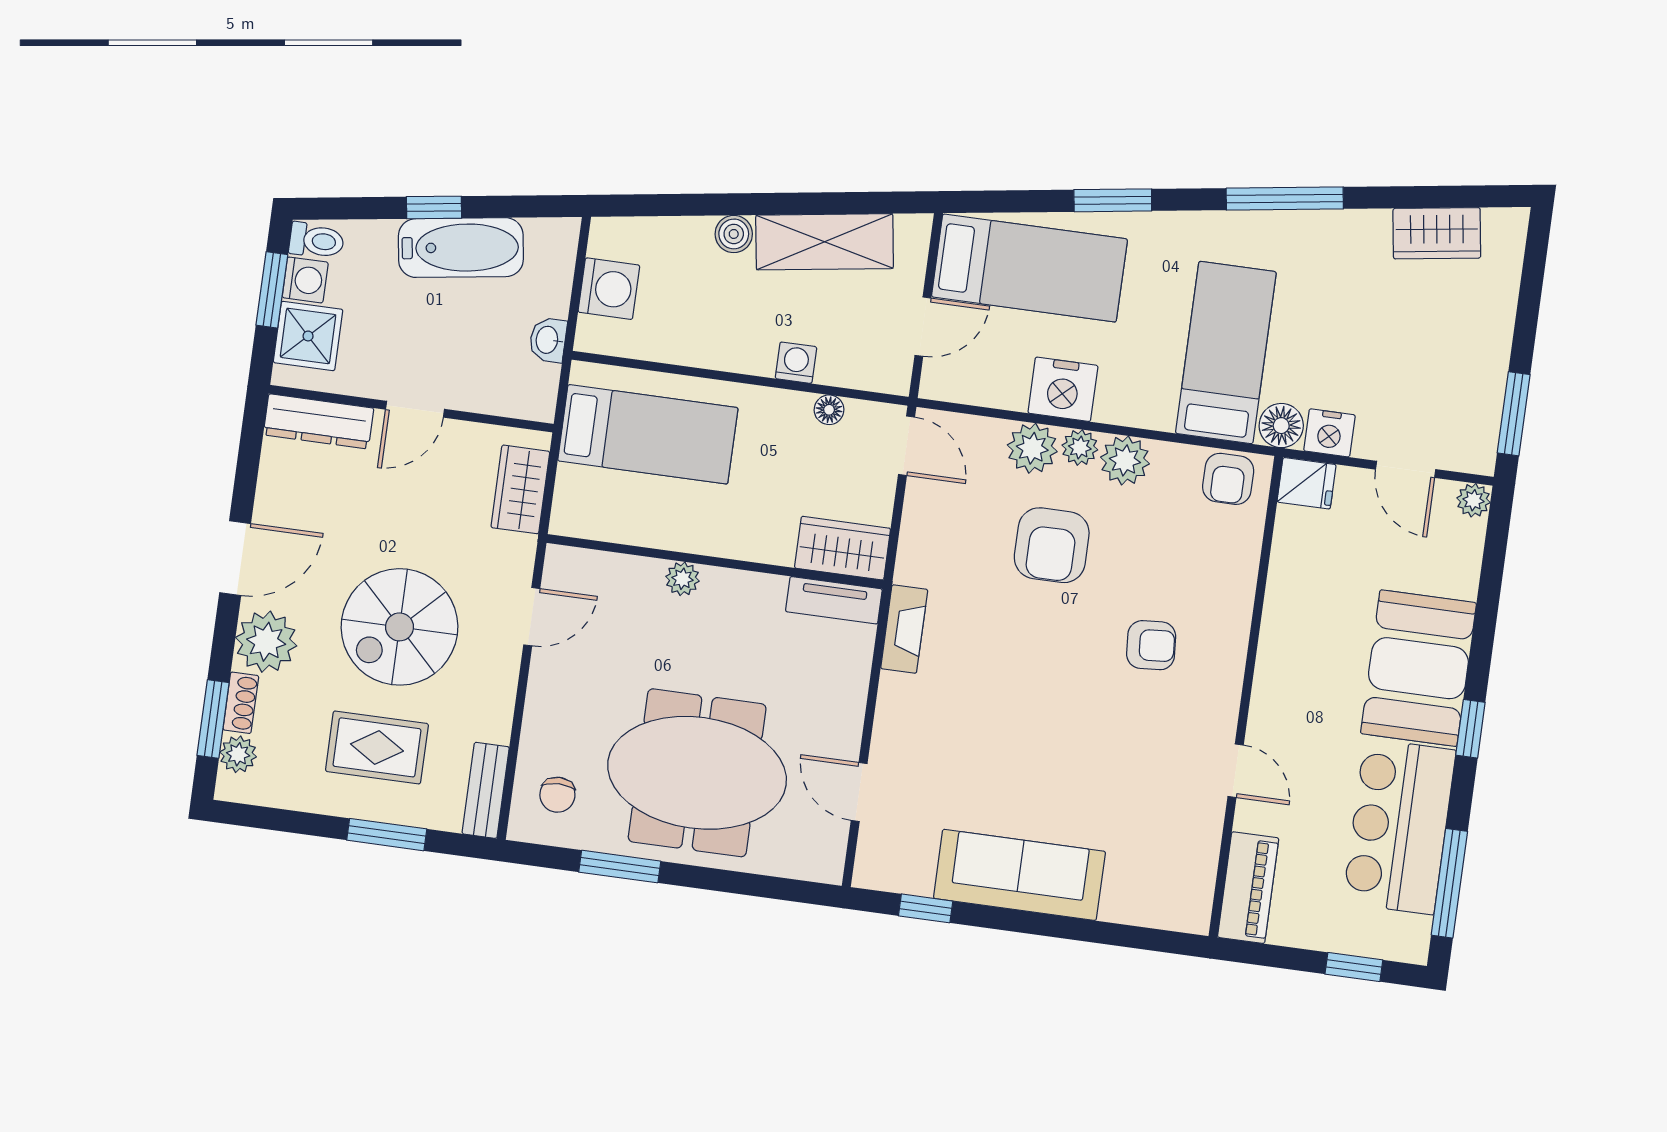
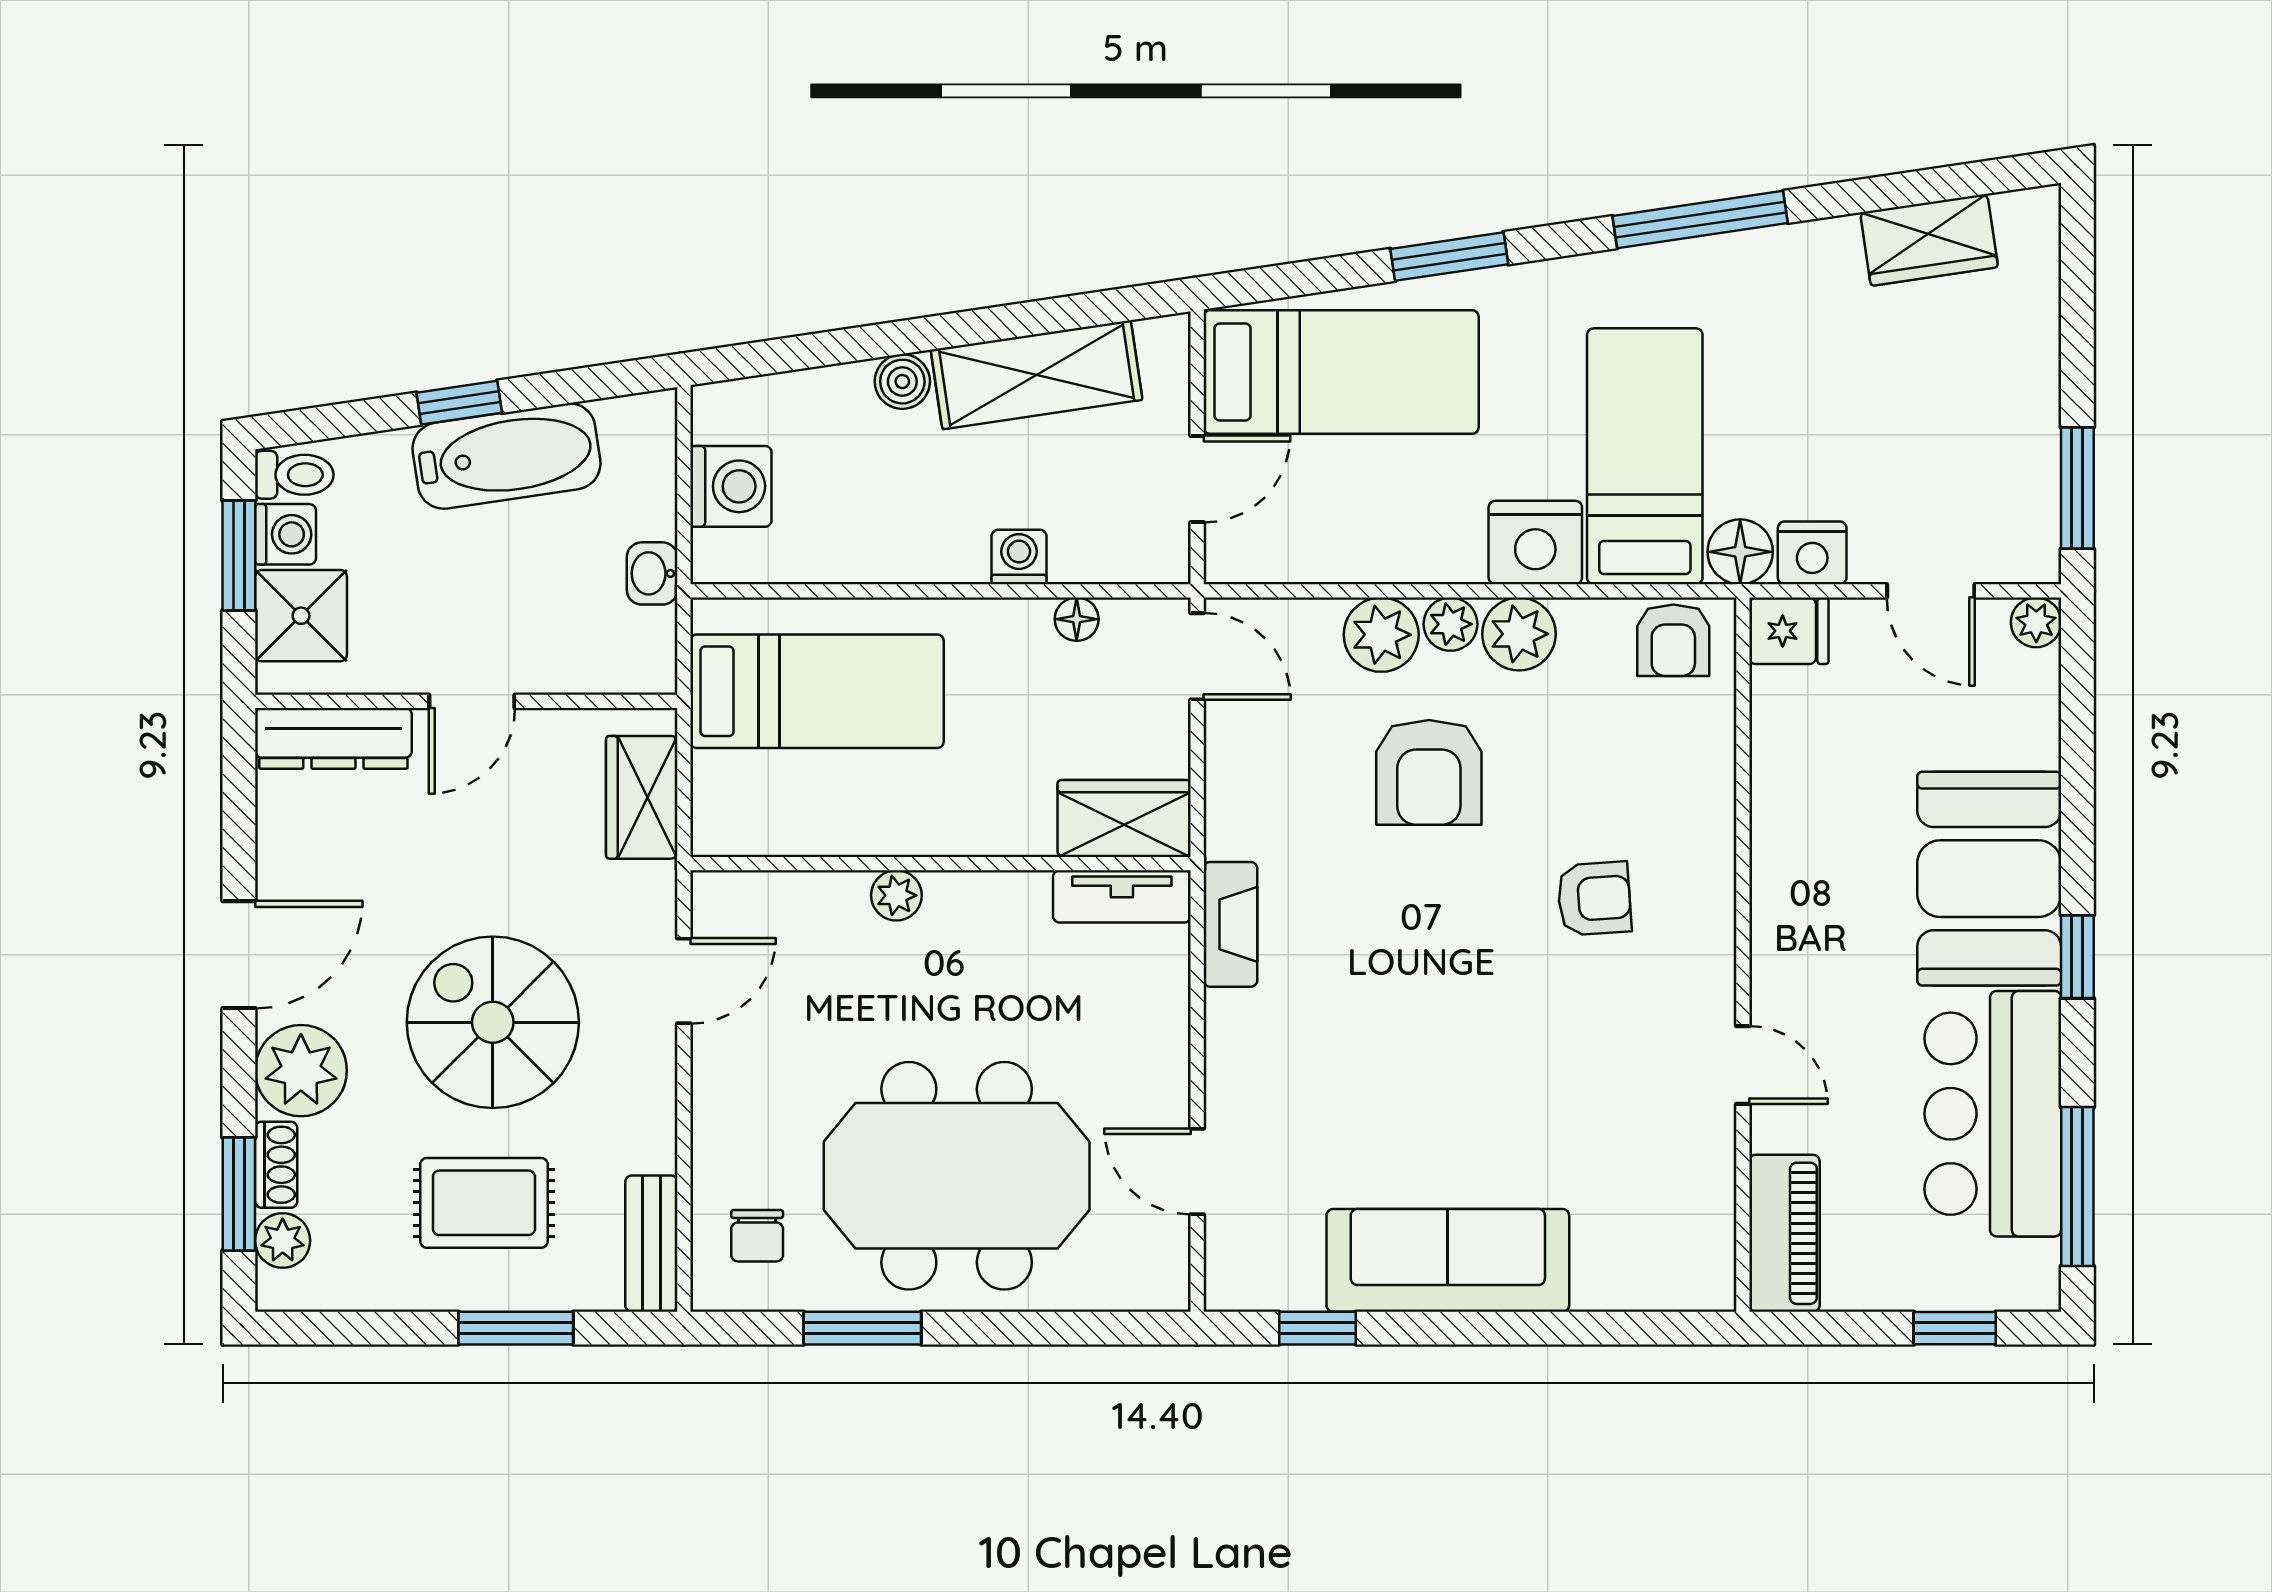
nightstand: (1063, 389) -> (1535, 543), moved
spiral stairs: (400, 627) -> (493, 1022), turned 90

